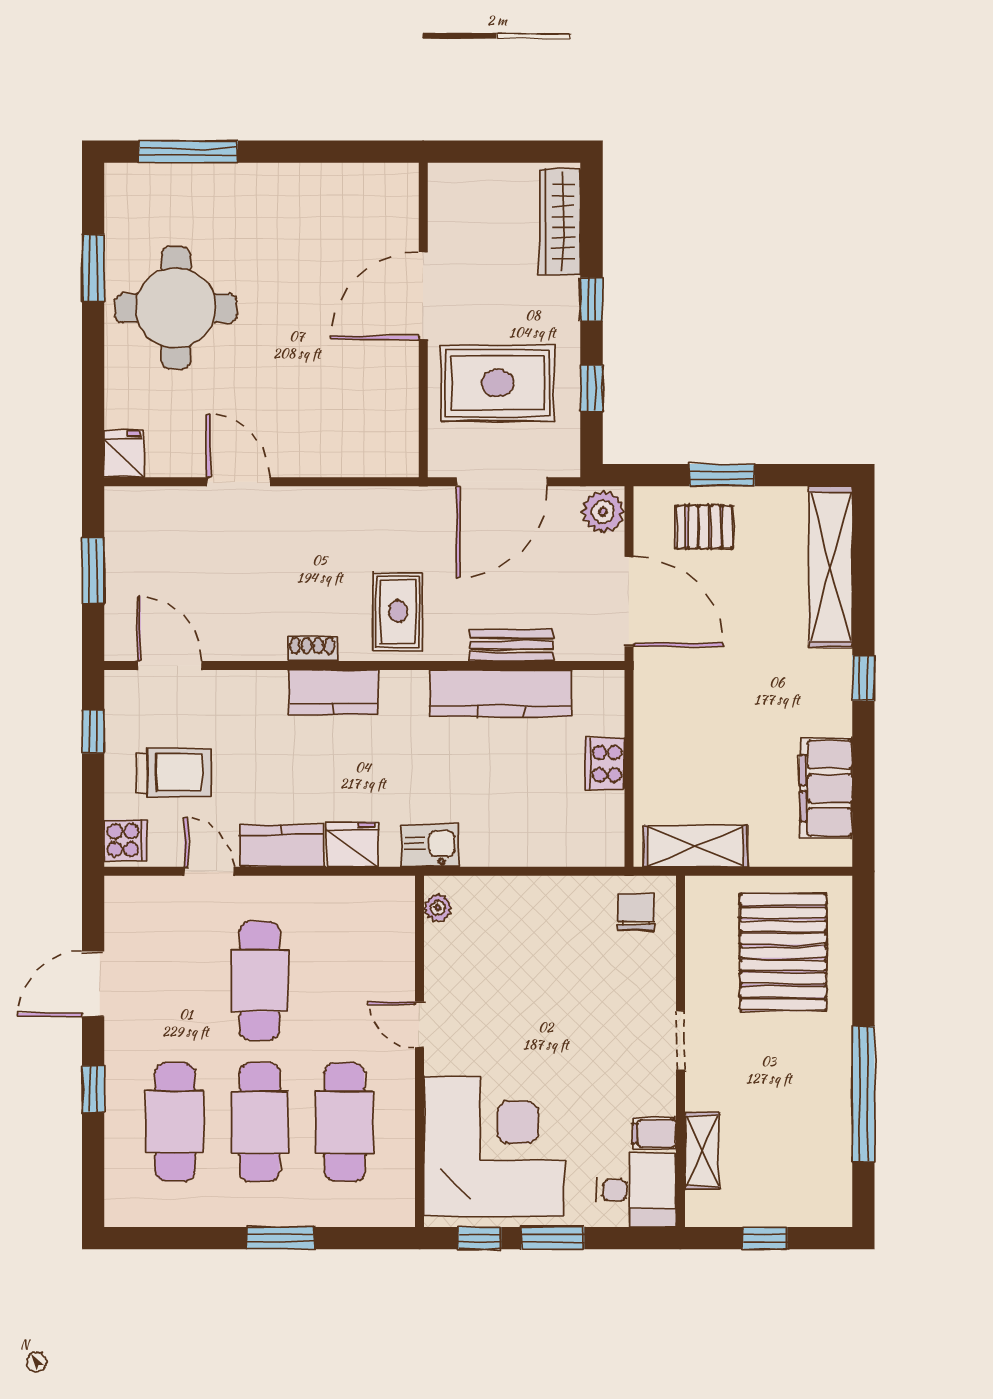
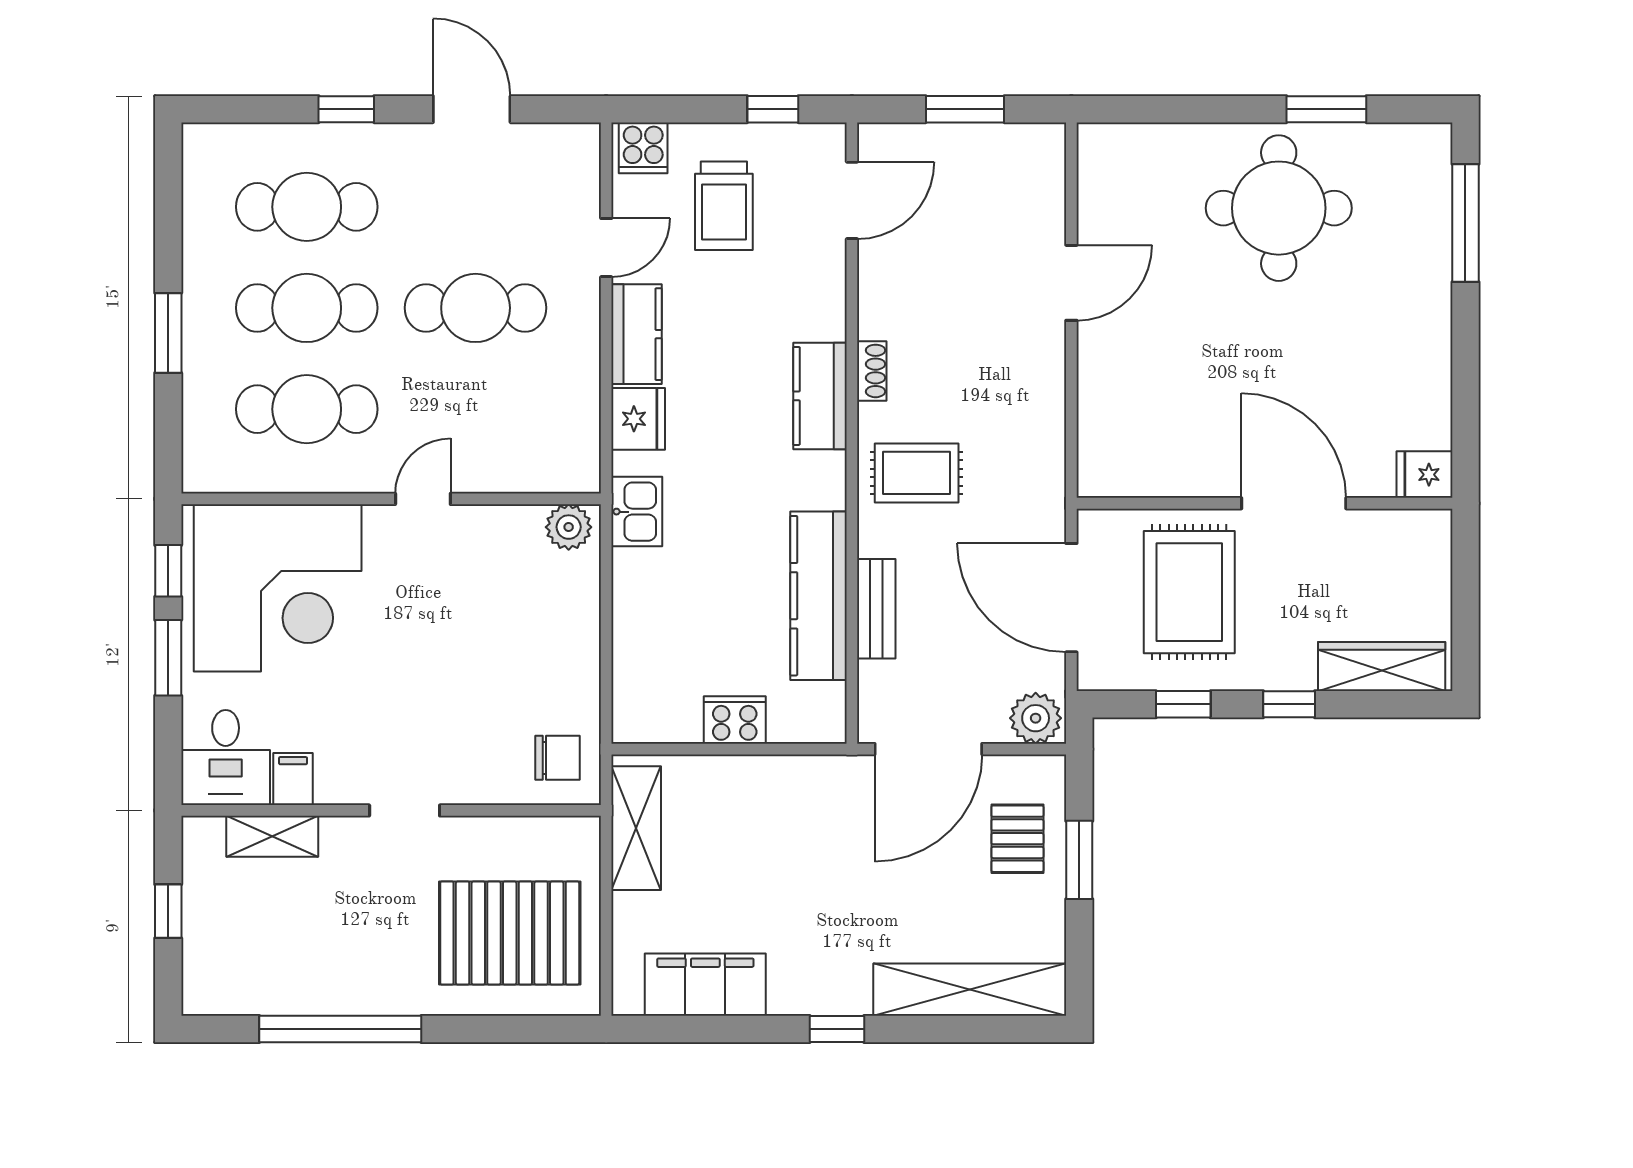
fridge: (124, 454) -> (1424, 475), moved, turned 180
plant: (438, 908) -> (569, 527), width x1.38, depth x1.38

